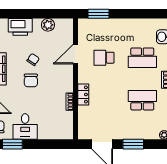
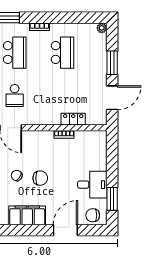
locker: (83, 94) -> (73, 119), moved
school desk: (142, 100) -> (62, 53), turned 180

